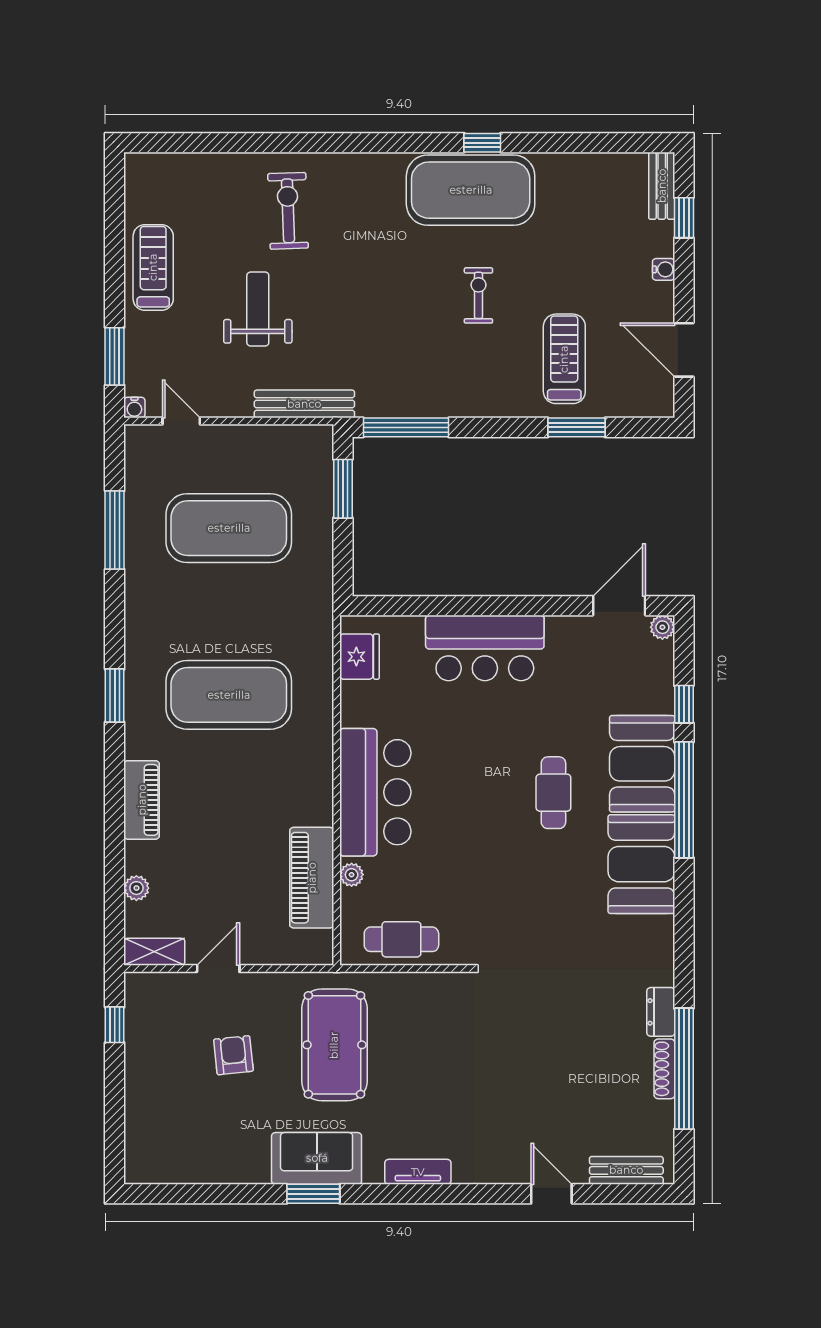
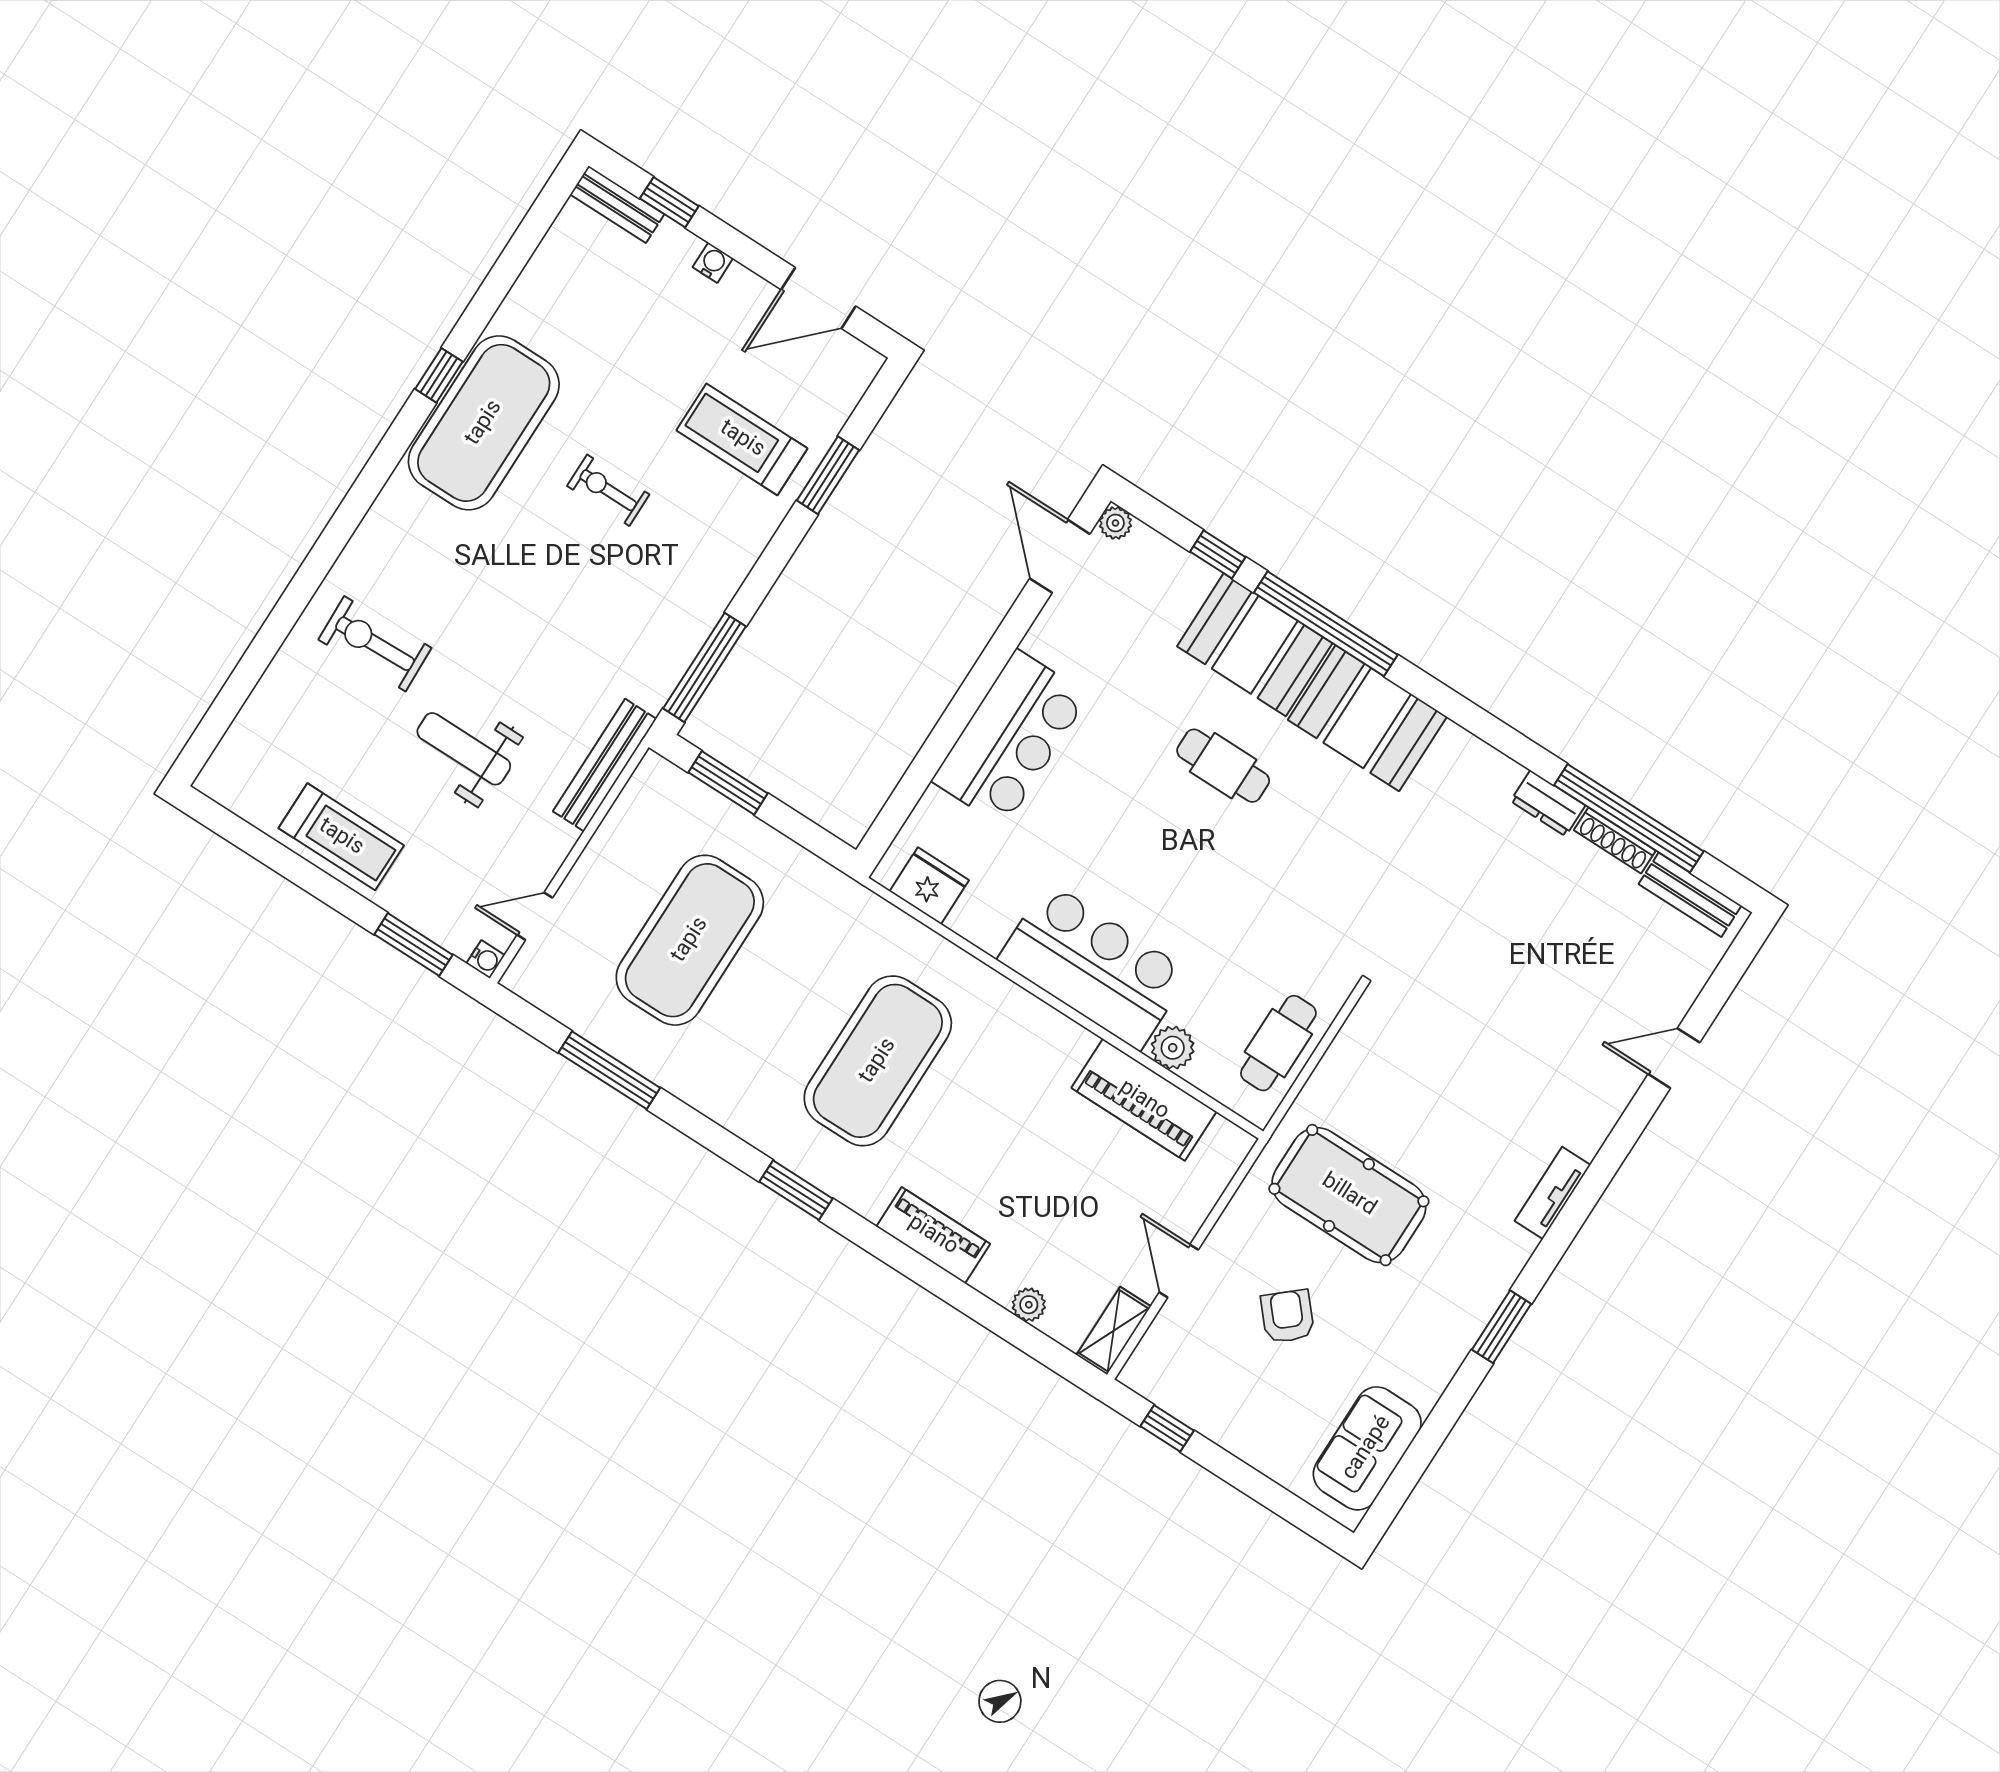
treadmill: (153, 267) -> (341, 837), turned 180
plant: (352, 875) -> (1173, 1048), width x1.38, depth x1.38
armchair: (233, 1055) -> (1287, 1316), turned 55
sofa: (317, 1158) -> (1367, 1448), moved
bench: (626, 1170) -> (1690, 895), moved, turned 90

